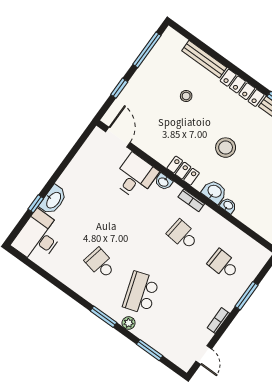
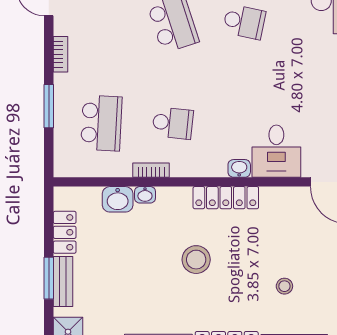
locker: (183, 171) -> (226, 198), width x1.53
washbasin: (214, 192) -> (118, 199), moved
bookcase: (191, 200) -> (151, 170), moved
school desk: (223, 264) -> (101, 123), width x1.85

